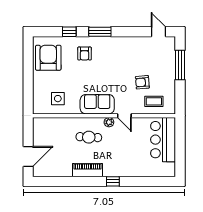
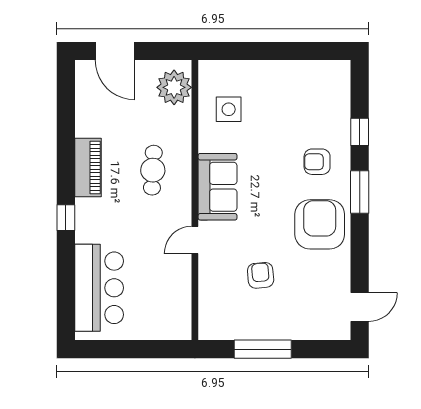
armchair: (48, 58) -> (320, 224), moved, turned -90
window: (180, 65) -> (263, 349), moved
coffee table: (154, 101) -> (223, 298), removed
plant: (109, 122) -> (174, 87), moved, width x1.88, depth x1.88
bar counter: (163, 140) -> (99, 288), moved, turned 90

